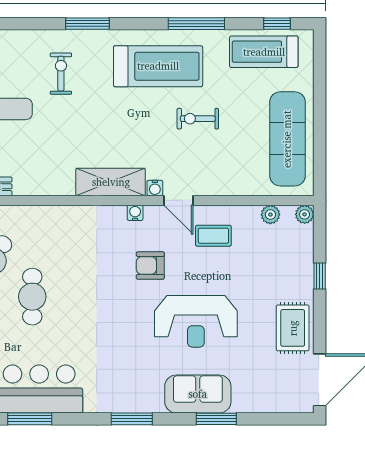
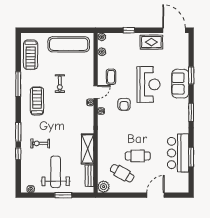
window: (277, 24) -> (18, 154), moved
treadmill: (158, 66) -> (37, 101), width x0.73, depth x0.73
shelving: (111, 182) -> (88, 149), moved

